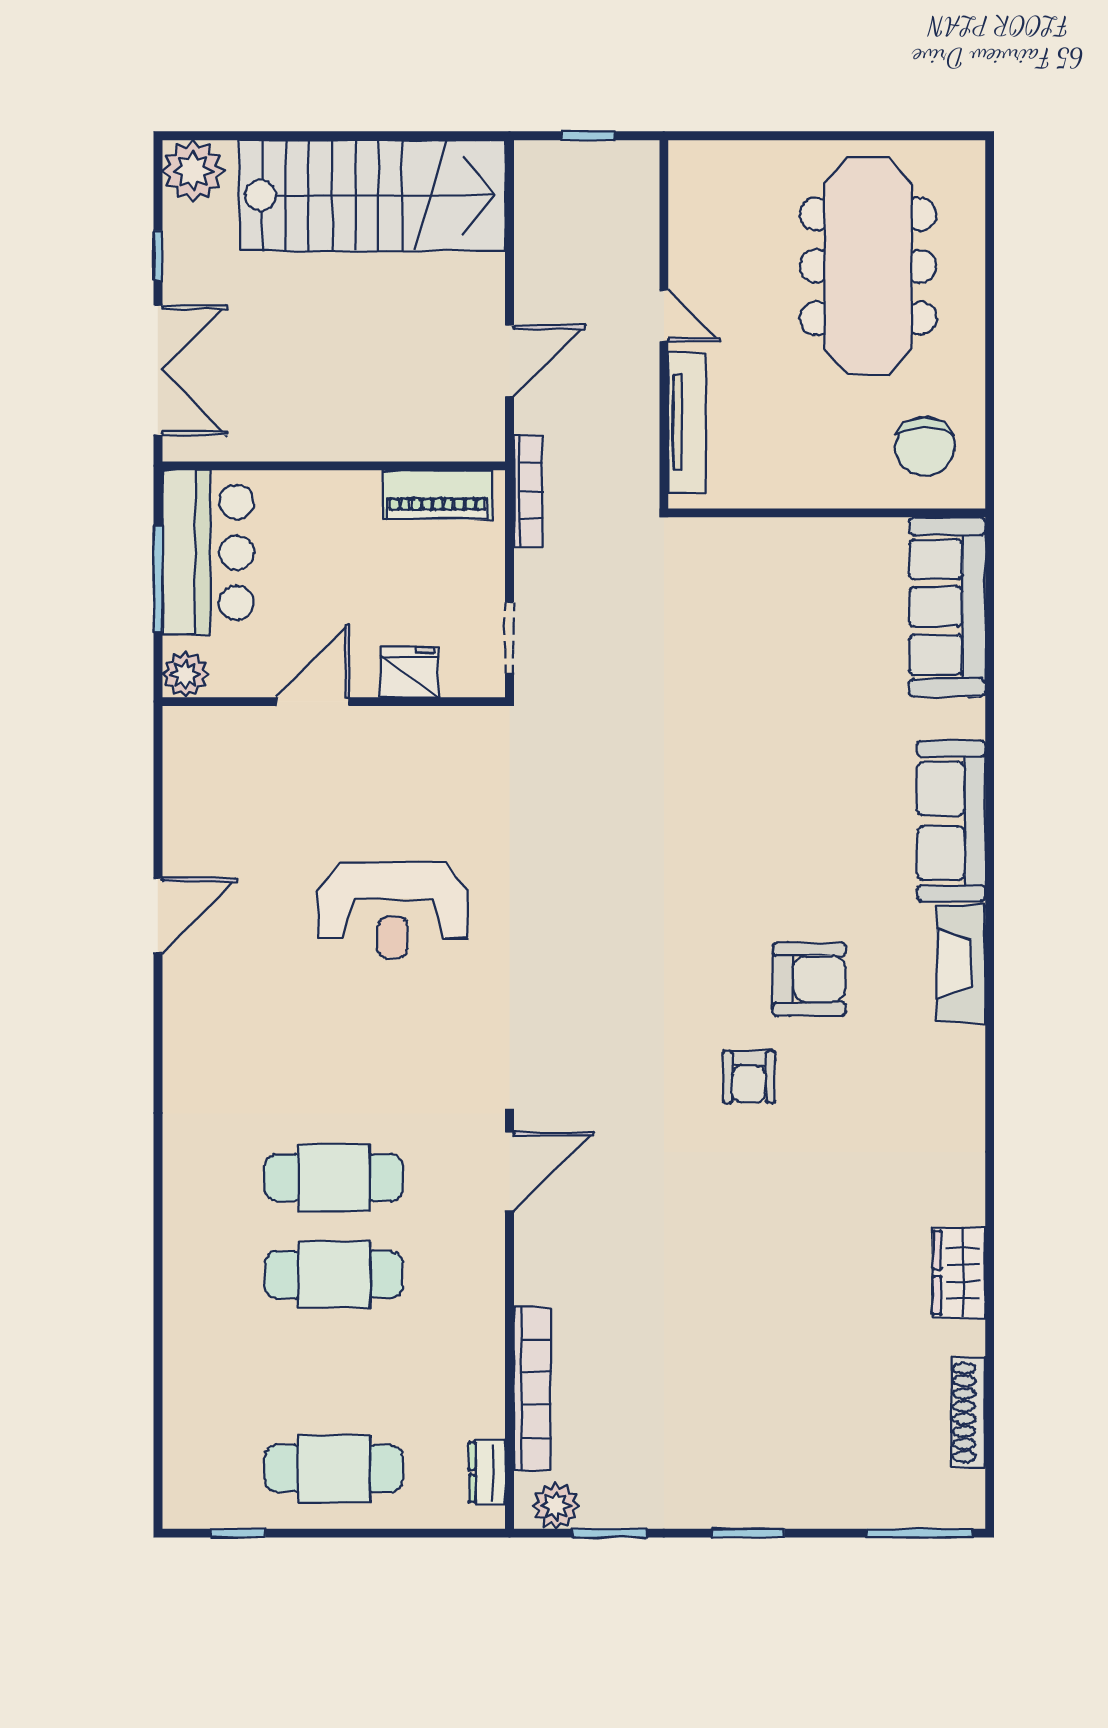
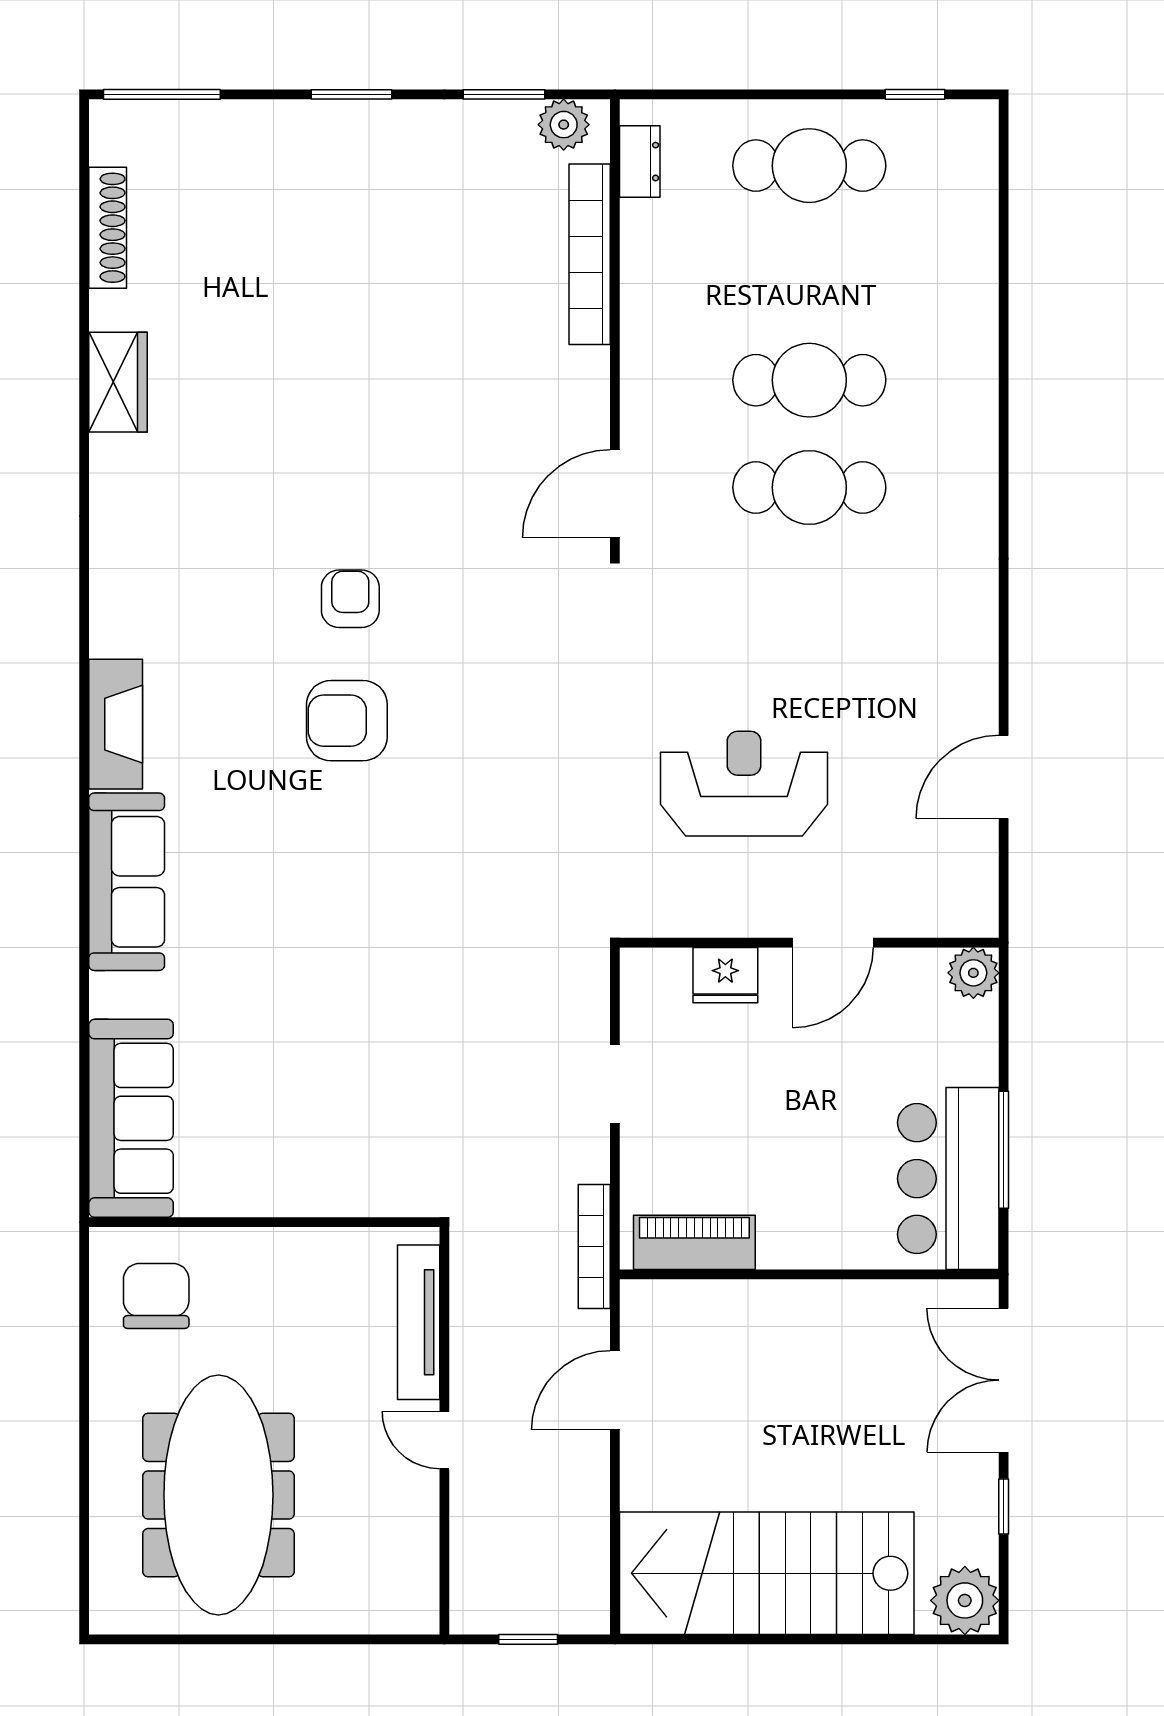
fridge: (410, 672) -> (725, 975), moved
plant: (185, 674) -> (973, 973), moved
door: (312, 702) -> (833, 943), moved
wall: (334, 702) -> (809, 943), moved
armchair: (809, 979) -> (347, 721), moved

